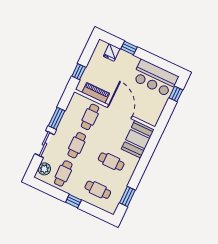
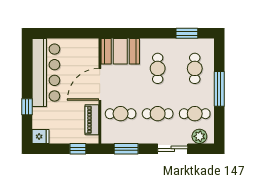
fridge: (112, 52) -> (40, 137), moved
bar counter: (155, 78) -> (46, 73), width x1.36
window: (176, 94) -> (52, 33), removed
window: (57, 118) -> (126, 149), moved
window: (73, 201) -> (219, 89), width x2.17

